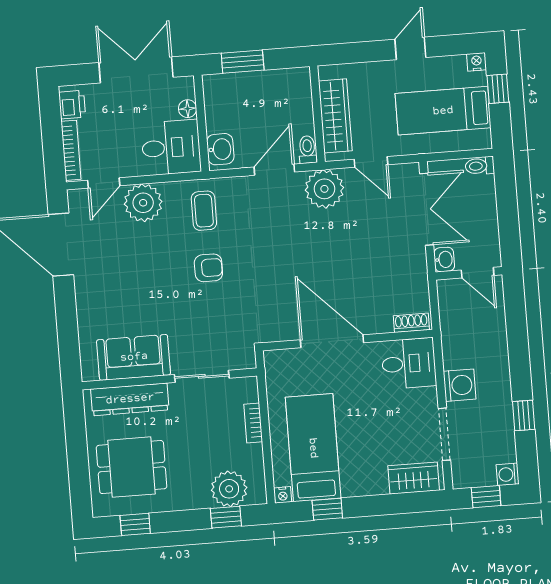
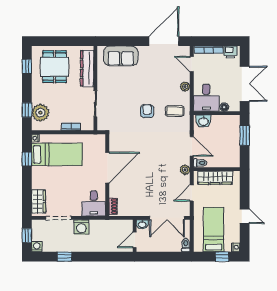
plant: (324, 189) -> (185, 170), width x0.53, depth x0.53
plant: (143, 203) -> (185, 87), width x0.53, depth x0.53
armchair: (208, 268) -> (147, 111), turned 180
sofa: (134, 357) -> (121, 56), moved, turned 90

